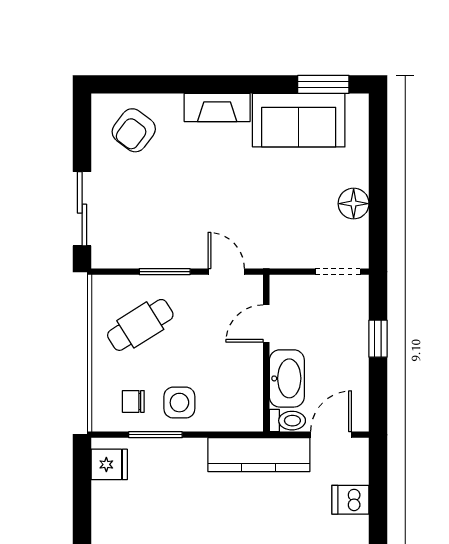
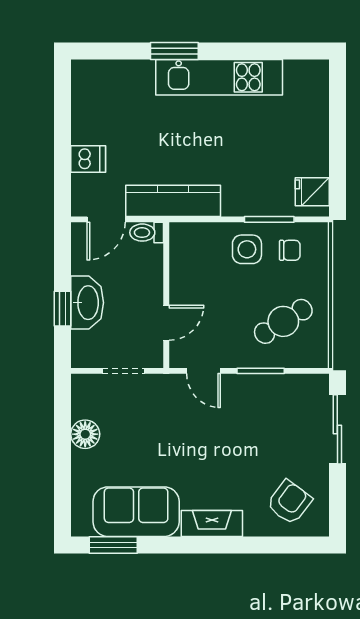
doorway: (338, 272) -> (124, 371), moved
washbasin: (287, 378) -> (87, 303), moved, turned 180

